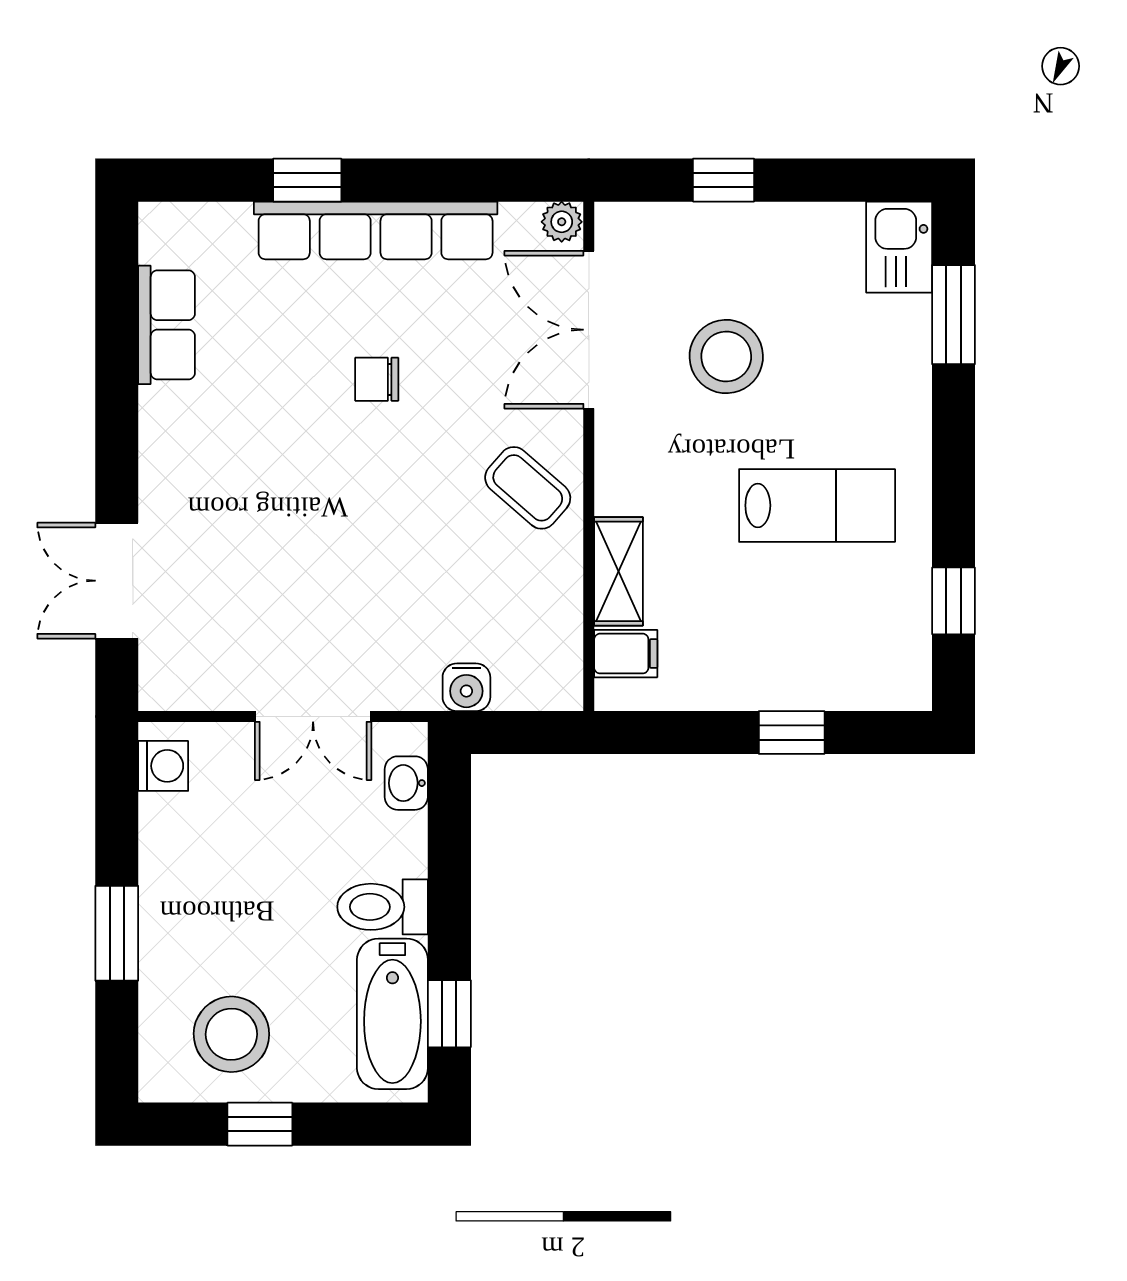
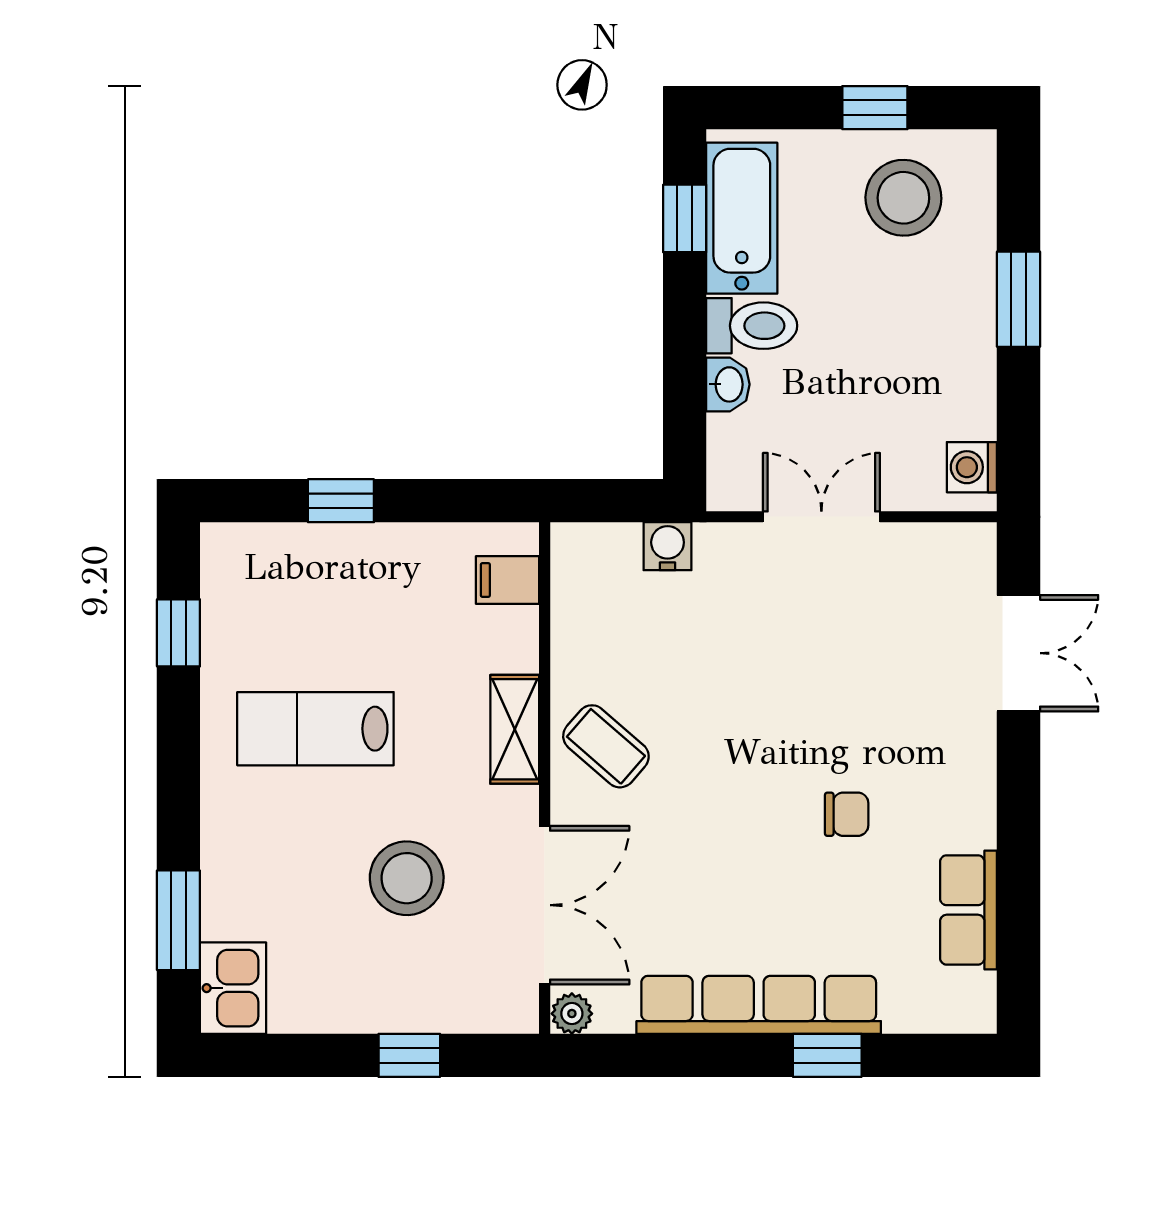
chair: (377, 379) -> (847, 814), moved
shelving: (619, 571) -> (515, 729), moved
washbasin: (406, 783) -> (728, 384), moved

